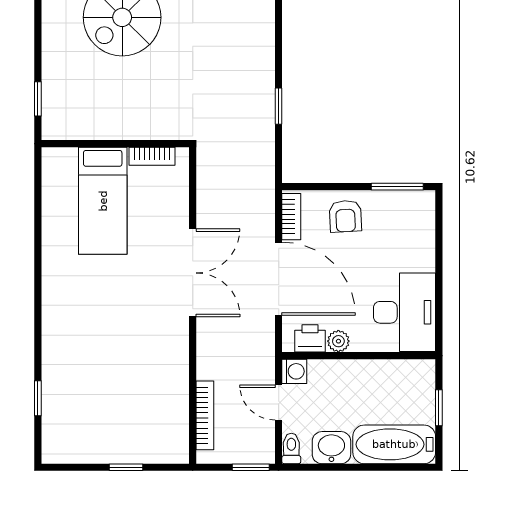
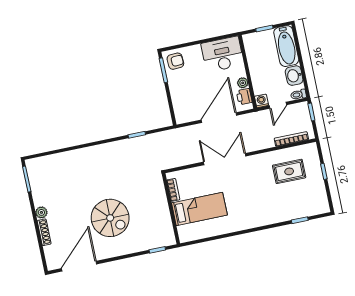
armchair: (345, 216) -> (175, 61), moved
bookcase: (291, 217) -> (188, 118), removed
rug: (140, 397) -> (289, 171), added

